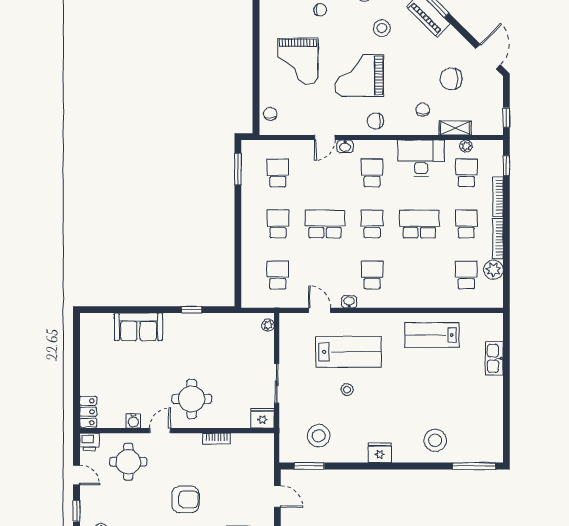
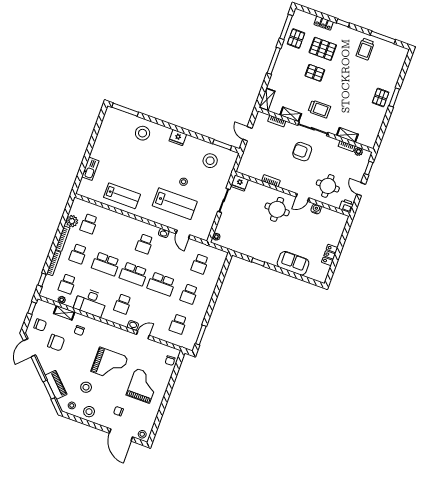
chair: (375, 121) -> (40, 325), moved
school desk: (372, 224) -> (134, 274), width x1.85
lab bench: (348, 352) -> (175, 204), turned 180
locker: (88, 412) -> (330, 255), moved

